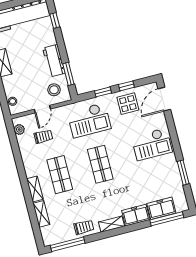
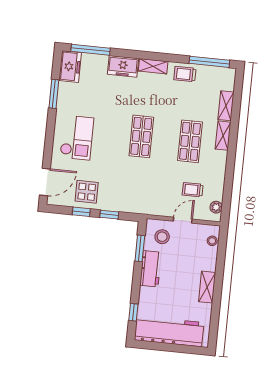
checkout: (89, 120) -> (136, 189), removed
checkout: (152, 144) -> (77, 138), turned 90
freezer: (161, 208) -> (70, 67), moved, turned -90

